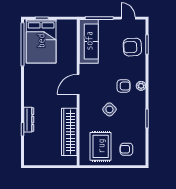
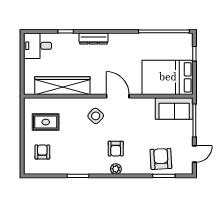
bed: (41, 41) -> (168, 77), moved
sofa: (89, 41) -> (174, 108), width x0.73
side table: (109, 109) -> (96, 116), moved
dresser: (29, 120) -> (93, 39), moved
rug: (101, 146) -> (46, 122), width x0.73, depth x0.70
desk: (35, 153) -> (38, 46), added

